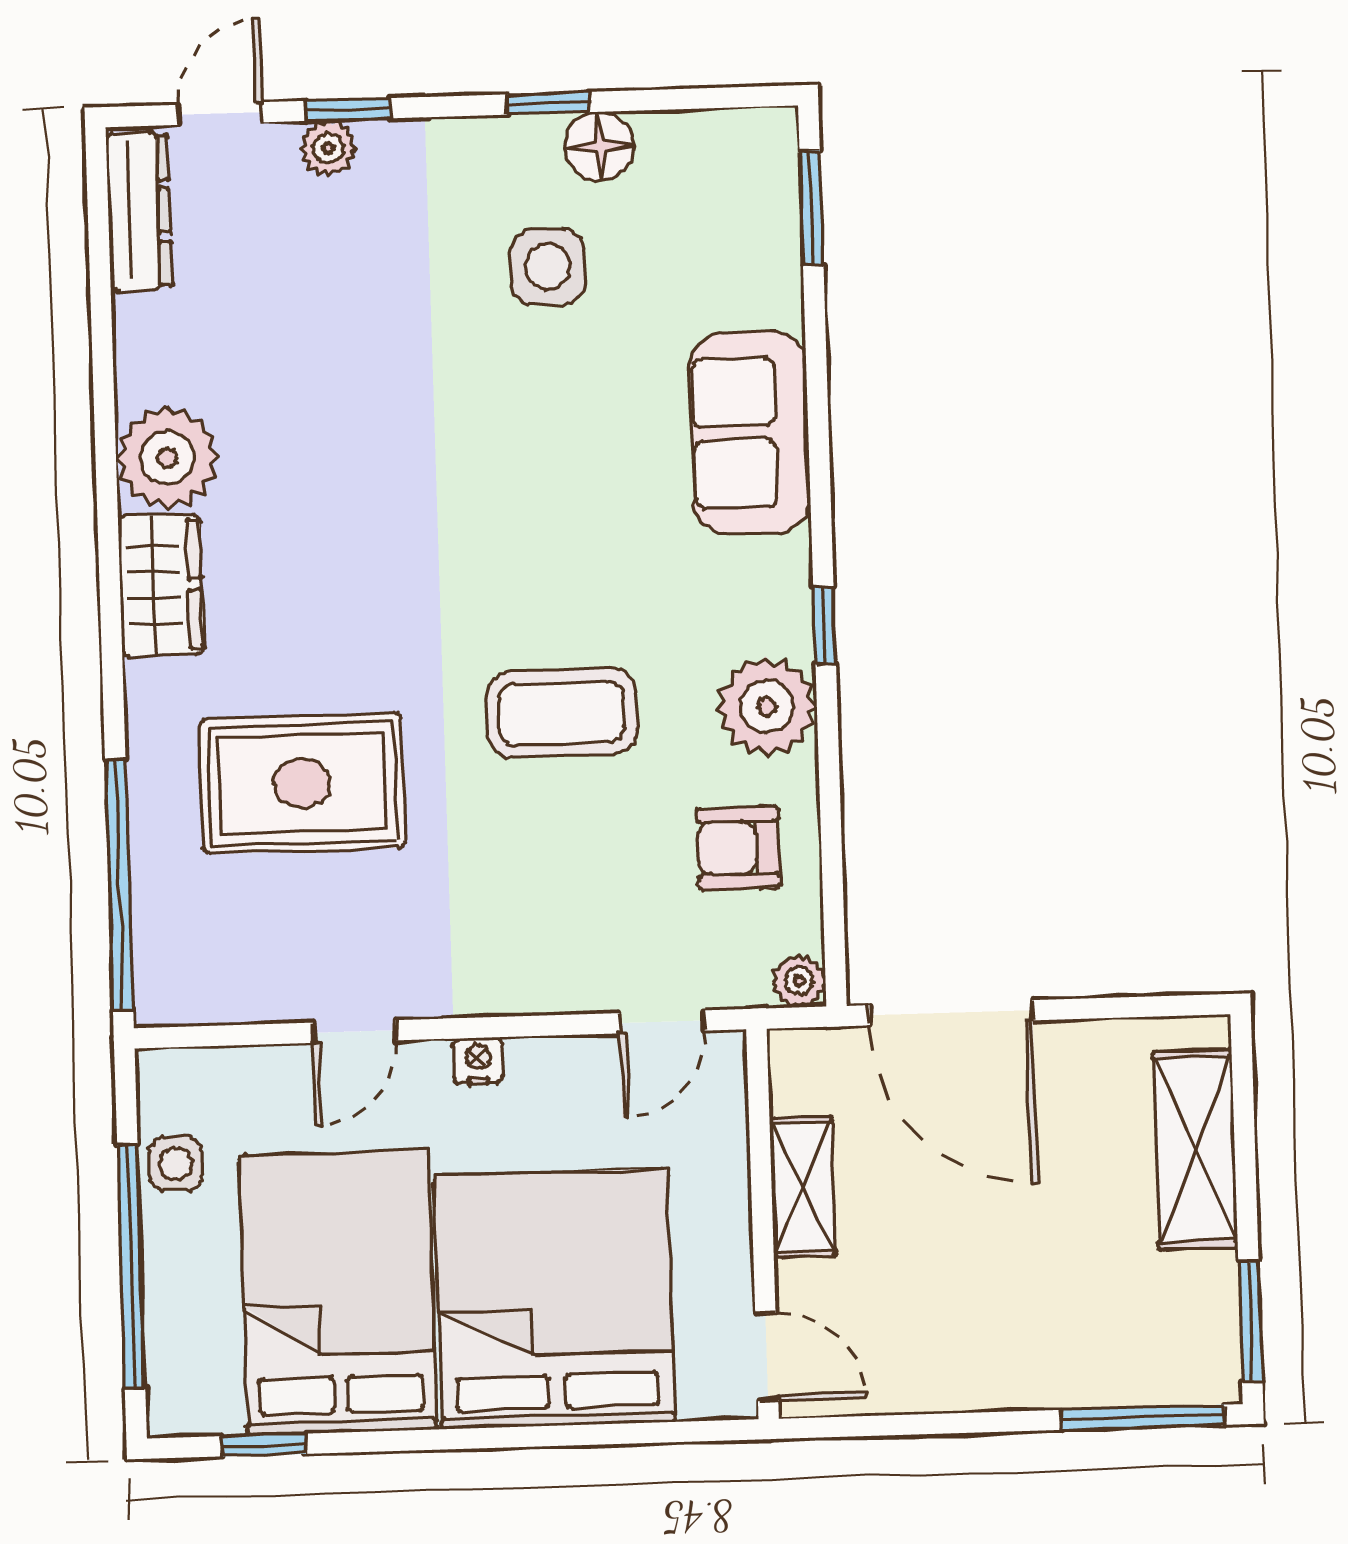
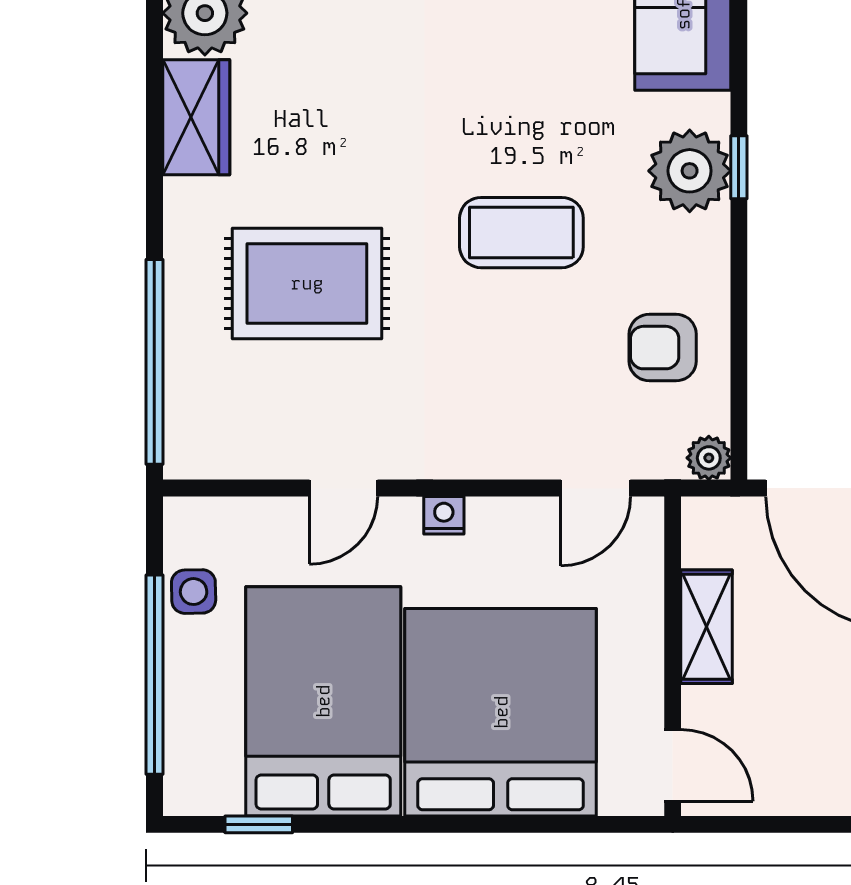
plant: (767, 707) -> (690, 171), moved

